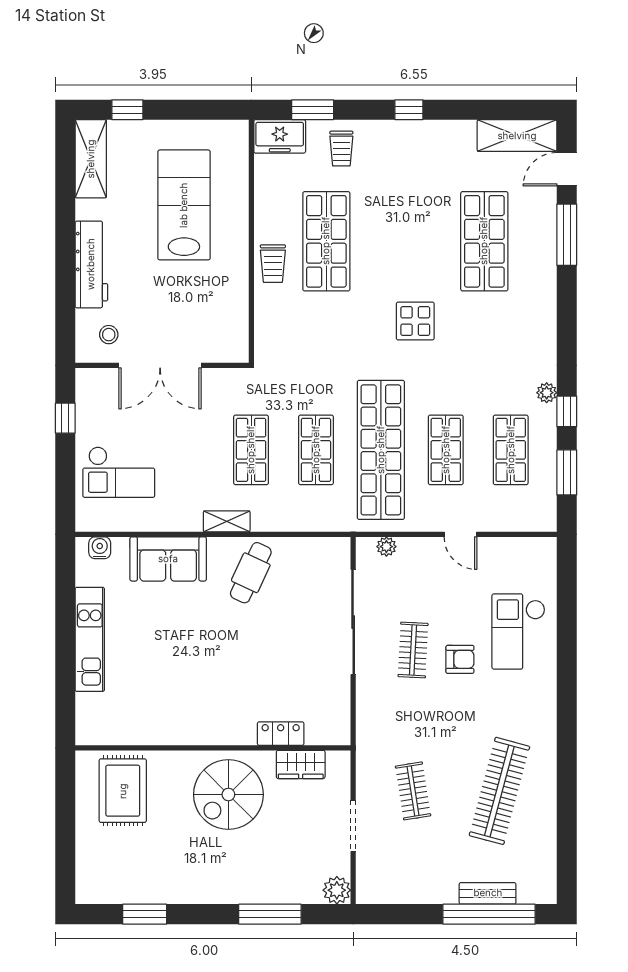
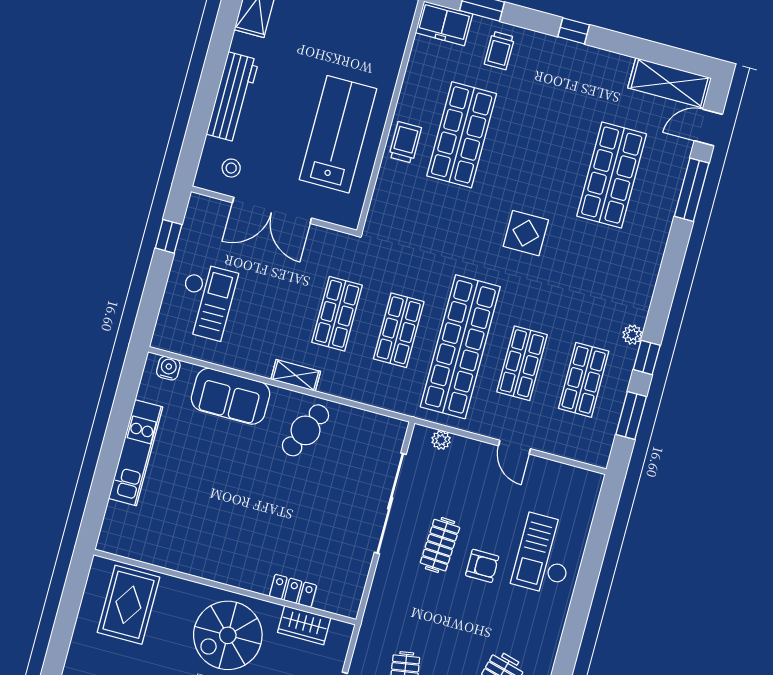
lab bench: (184, 205) -> (338, 134), moved
trolley: (273, 264) -> (405, 142), turned 180
checkout: (119, 472) -> (206, 301), turned -90

